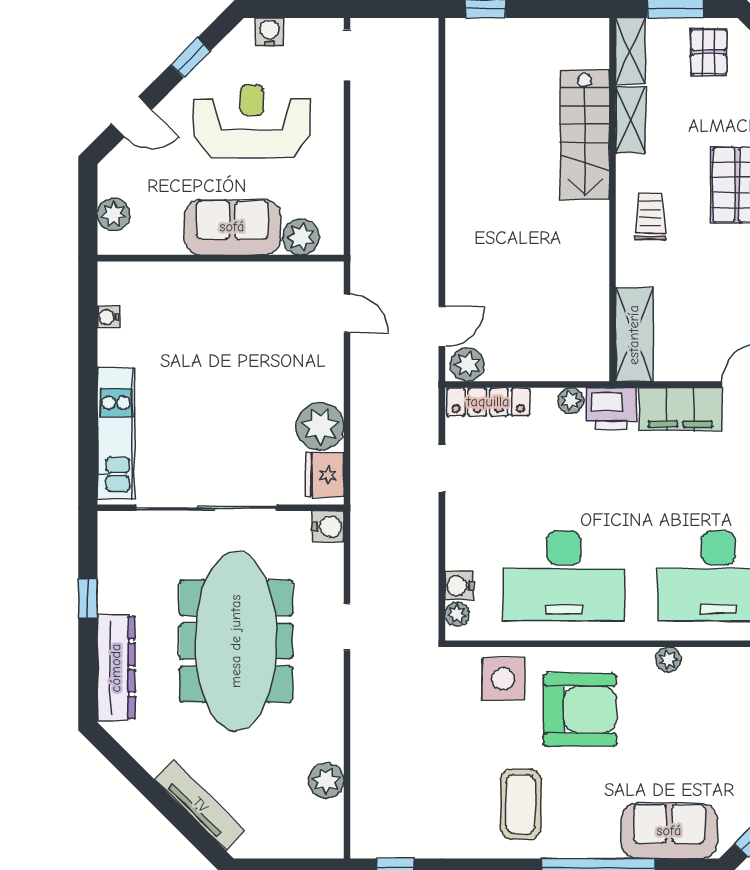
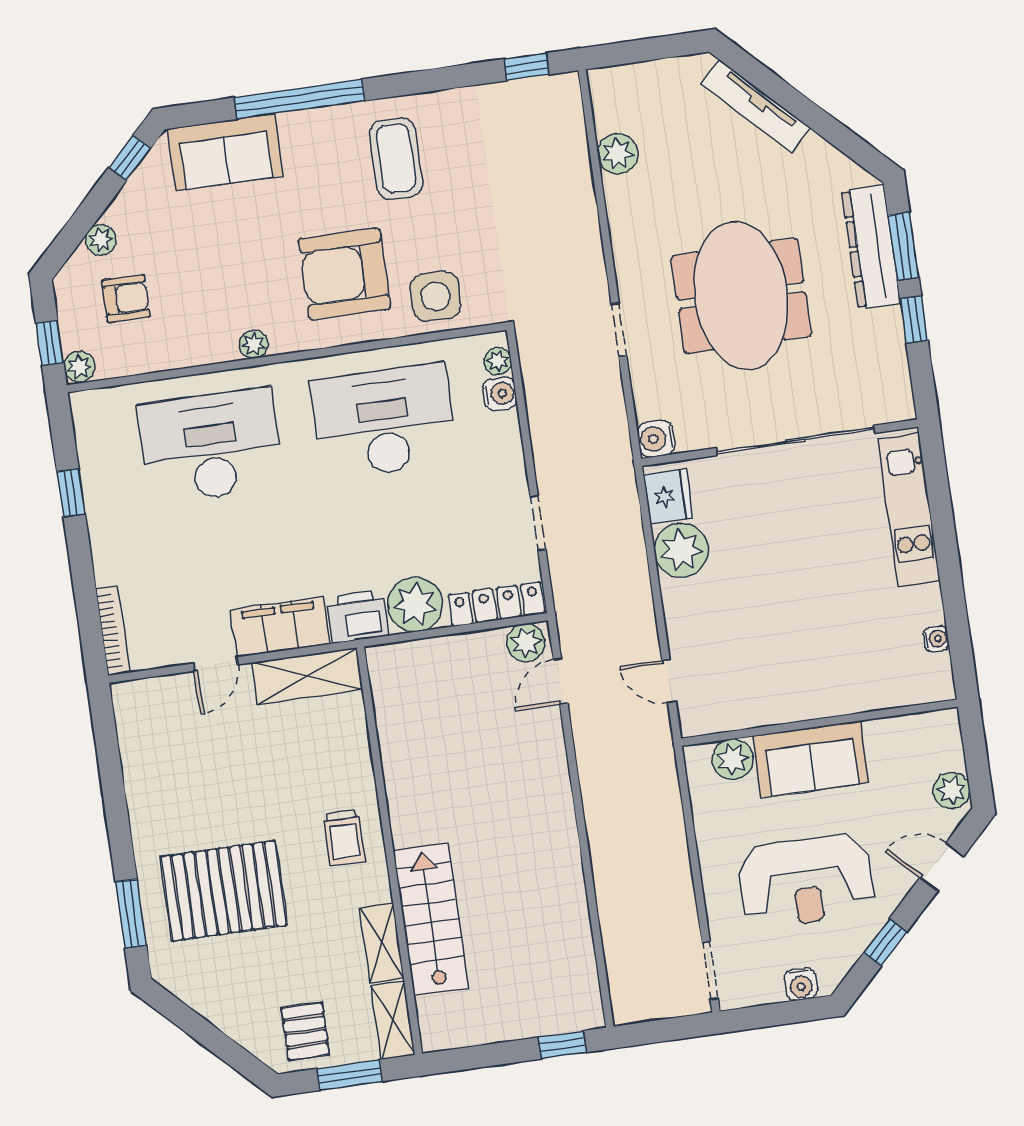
plant: (114, 214) -> (952, 791), moved
shelving: (634, 335) -> (307, 676), moved, turned 90
plant: (571, 401) -> (415, 604), width x1.88, depth x1.88
meeting table: (236, 641) -> (741, 296), width x0.73
window: (88, 664) -> (903, 246), added

